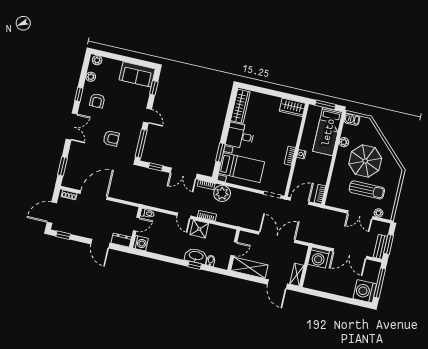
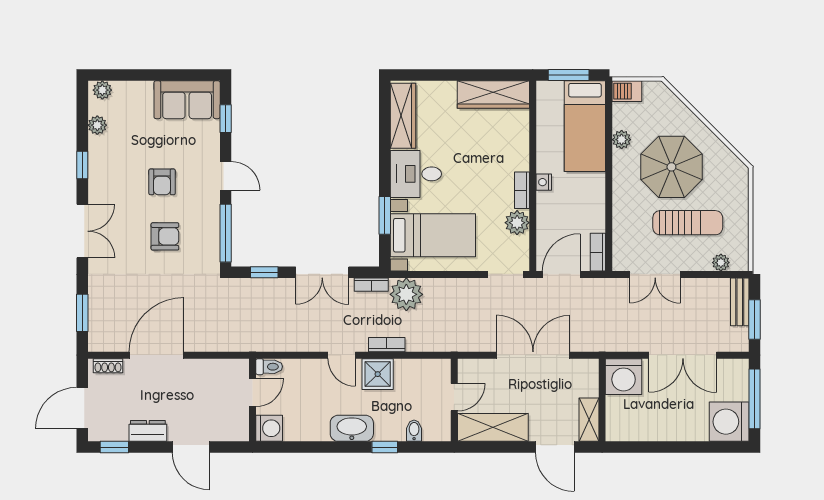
armchair: (97, 101) -> (162, 182), moved
wardrobe: (292, 107) -> (493, 95), width x1.50
plant: (284, 171) -> (517, 223), added
double door: (360, 215) -> (655, 274), moved
dresser: (121, 240) -> (148, 431), moved
bench: (380, 247) -> (740, 302), moved
washbasin: (196, 256) -> (352, 428), moved

